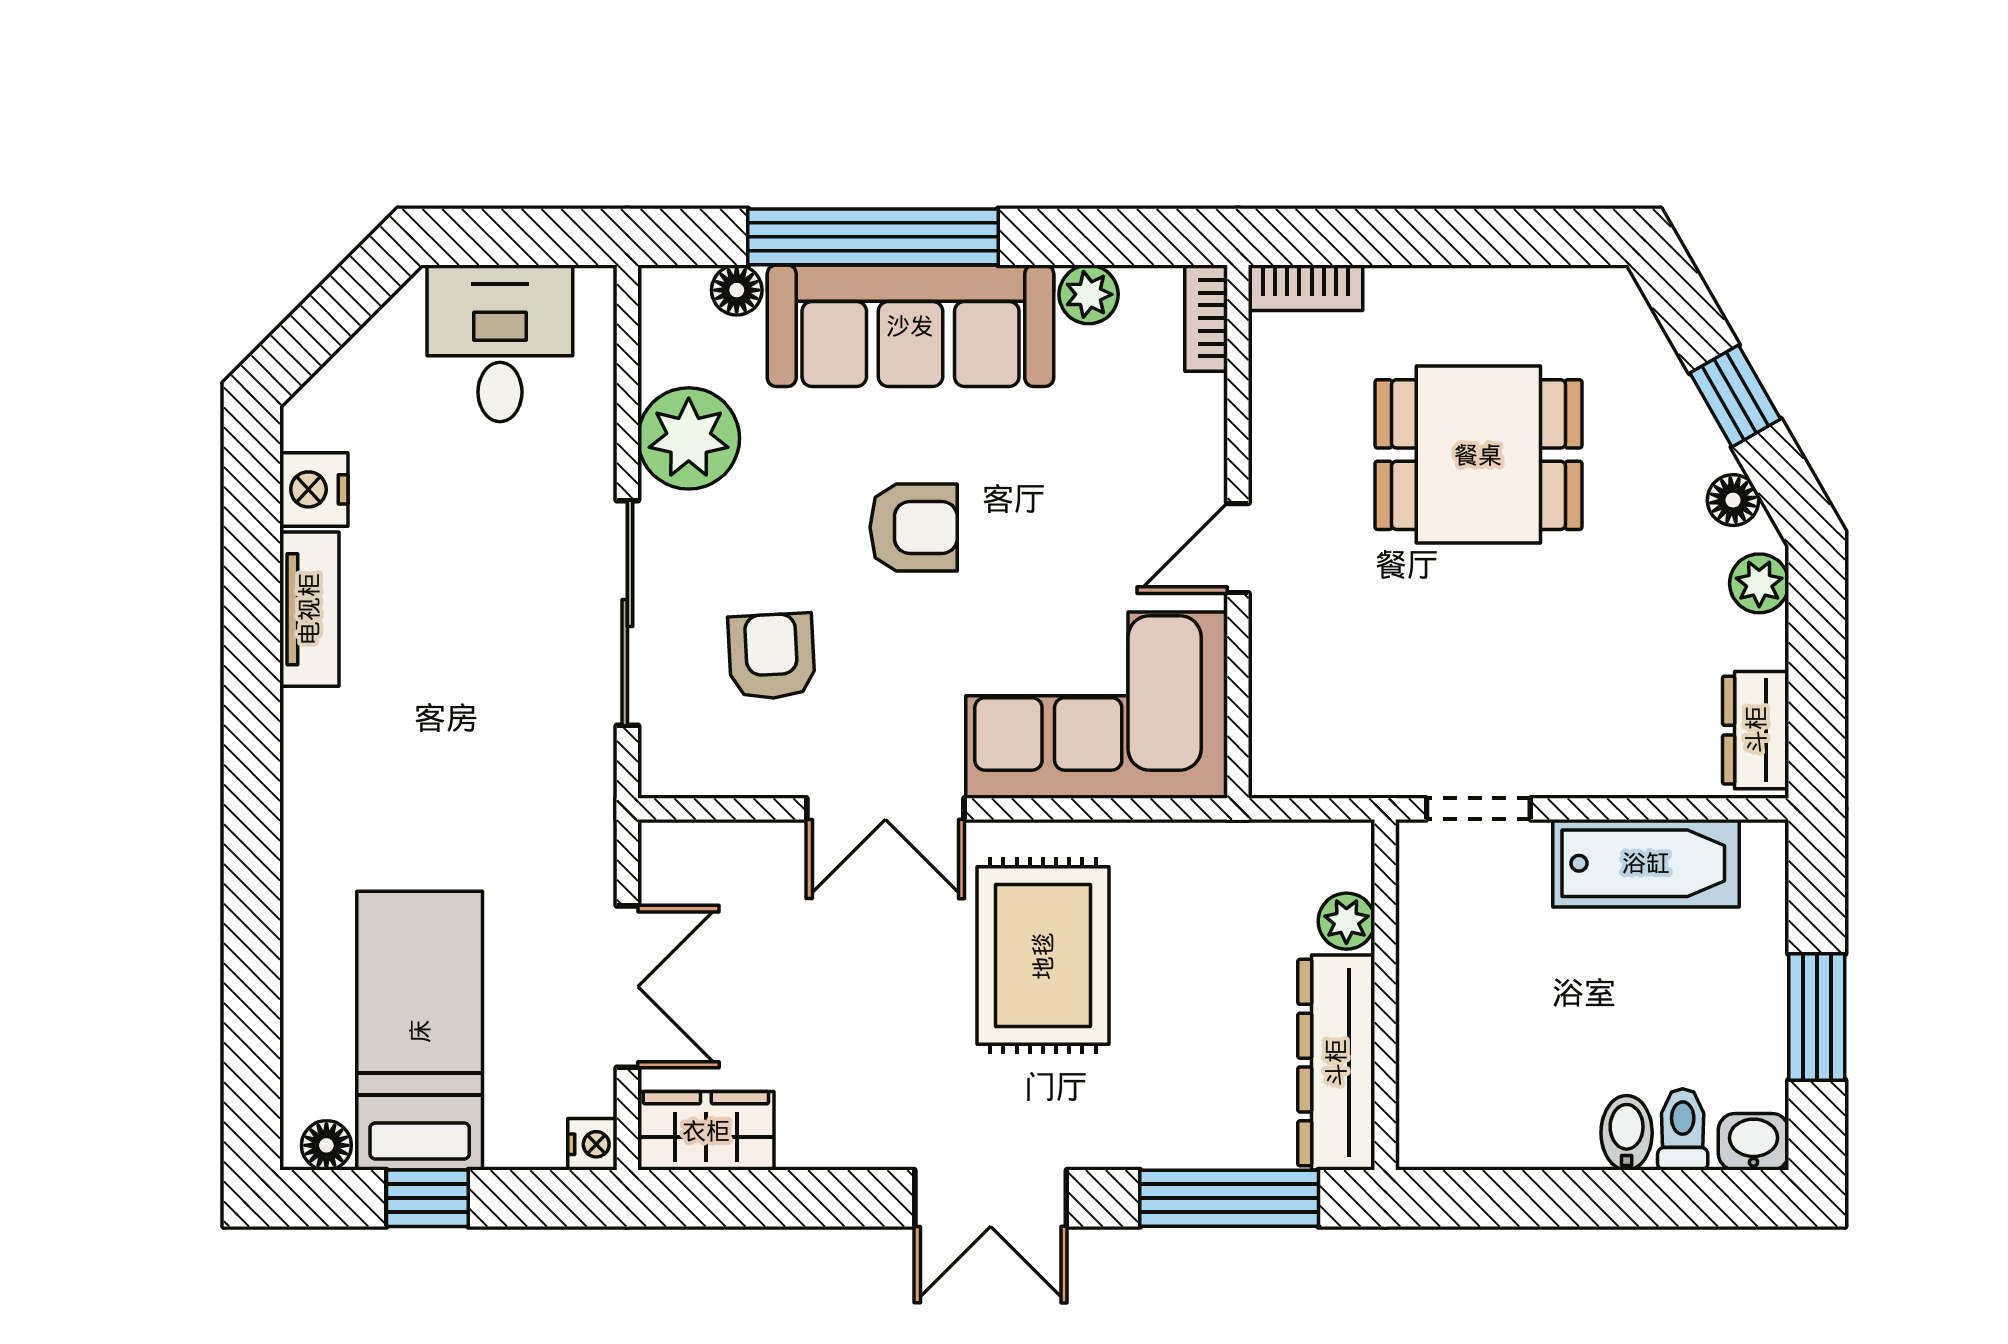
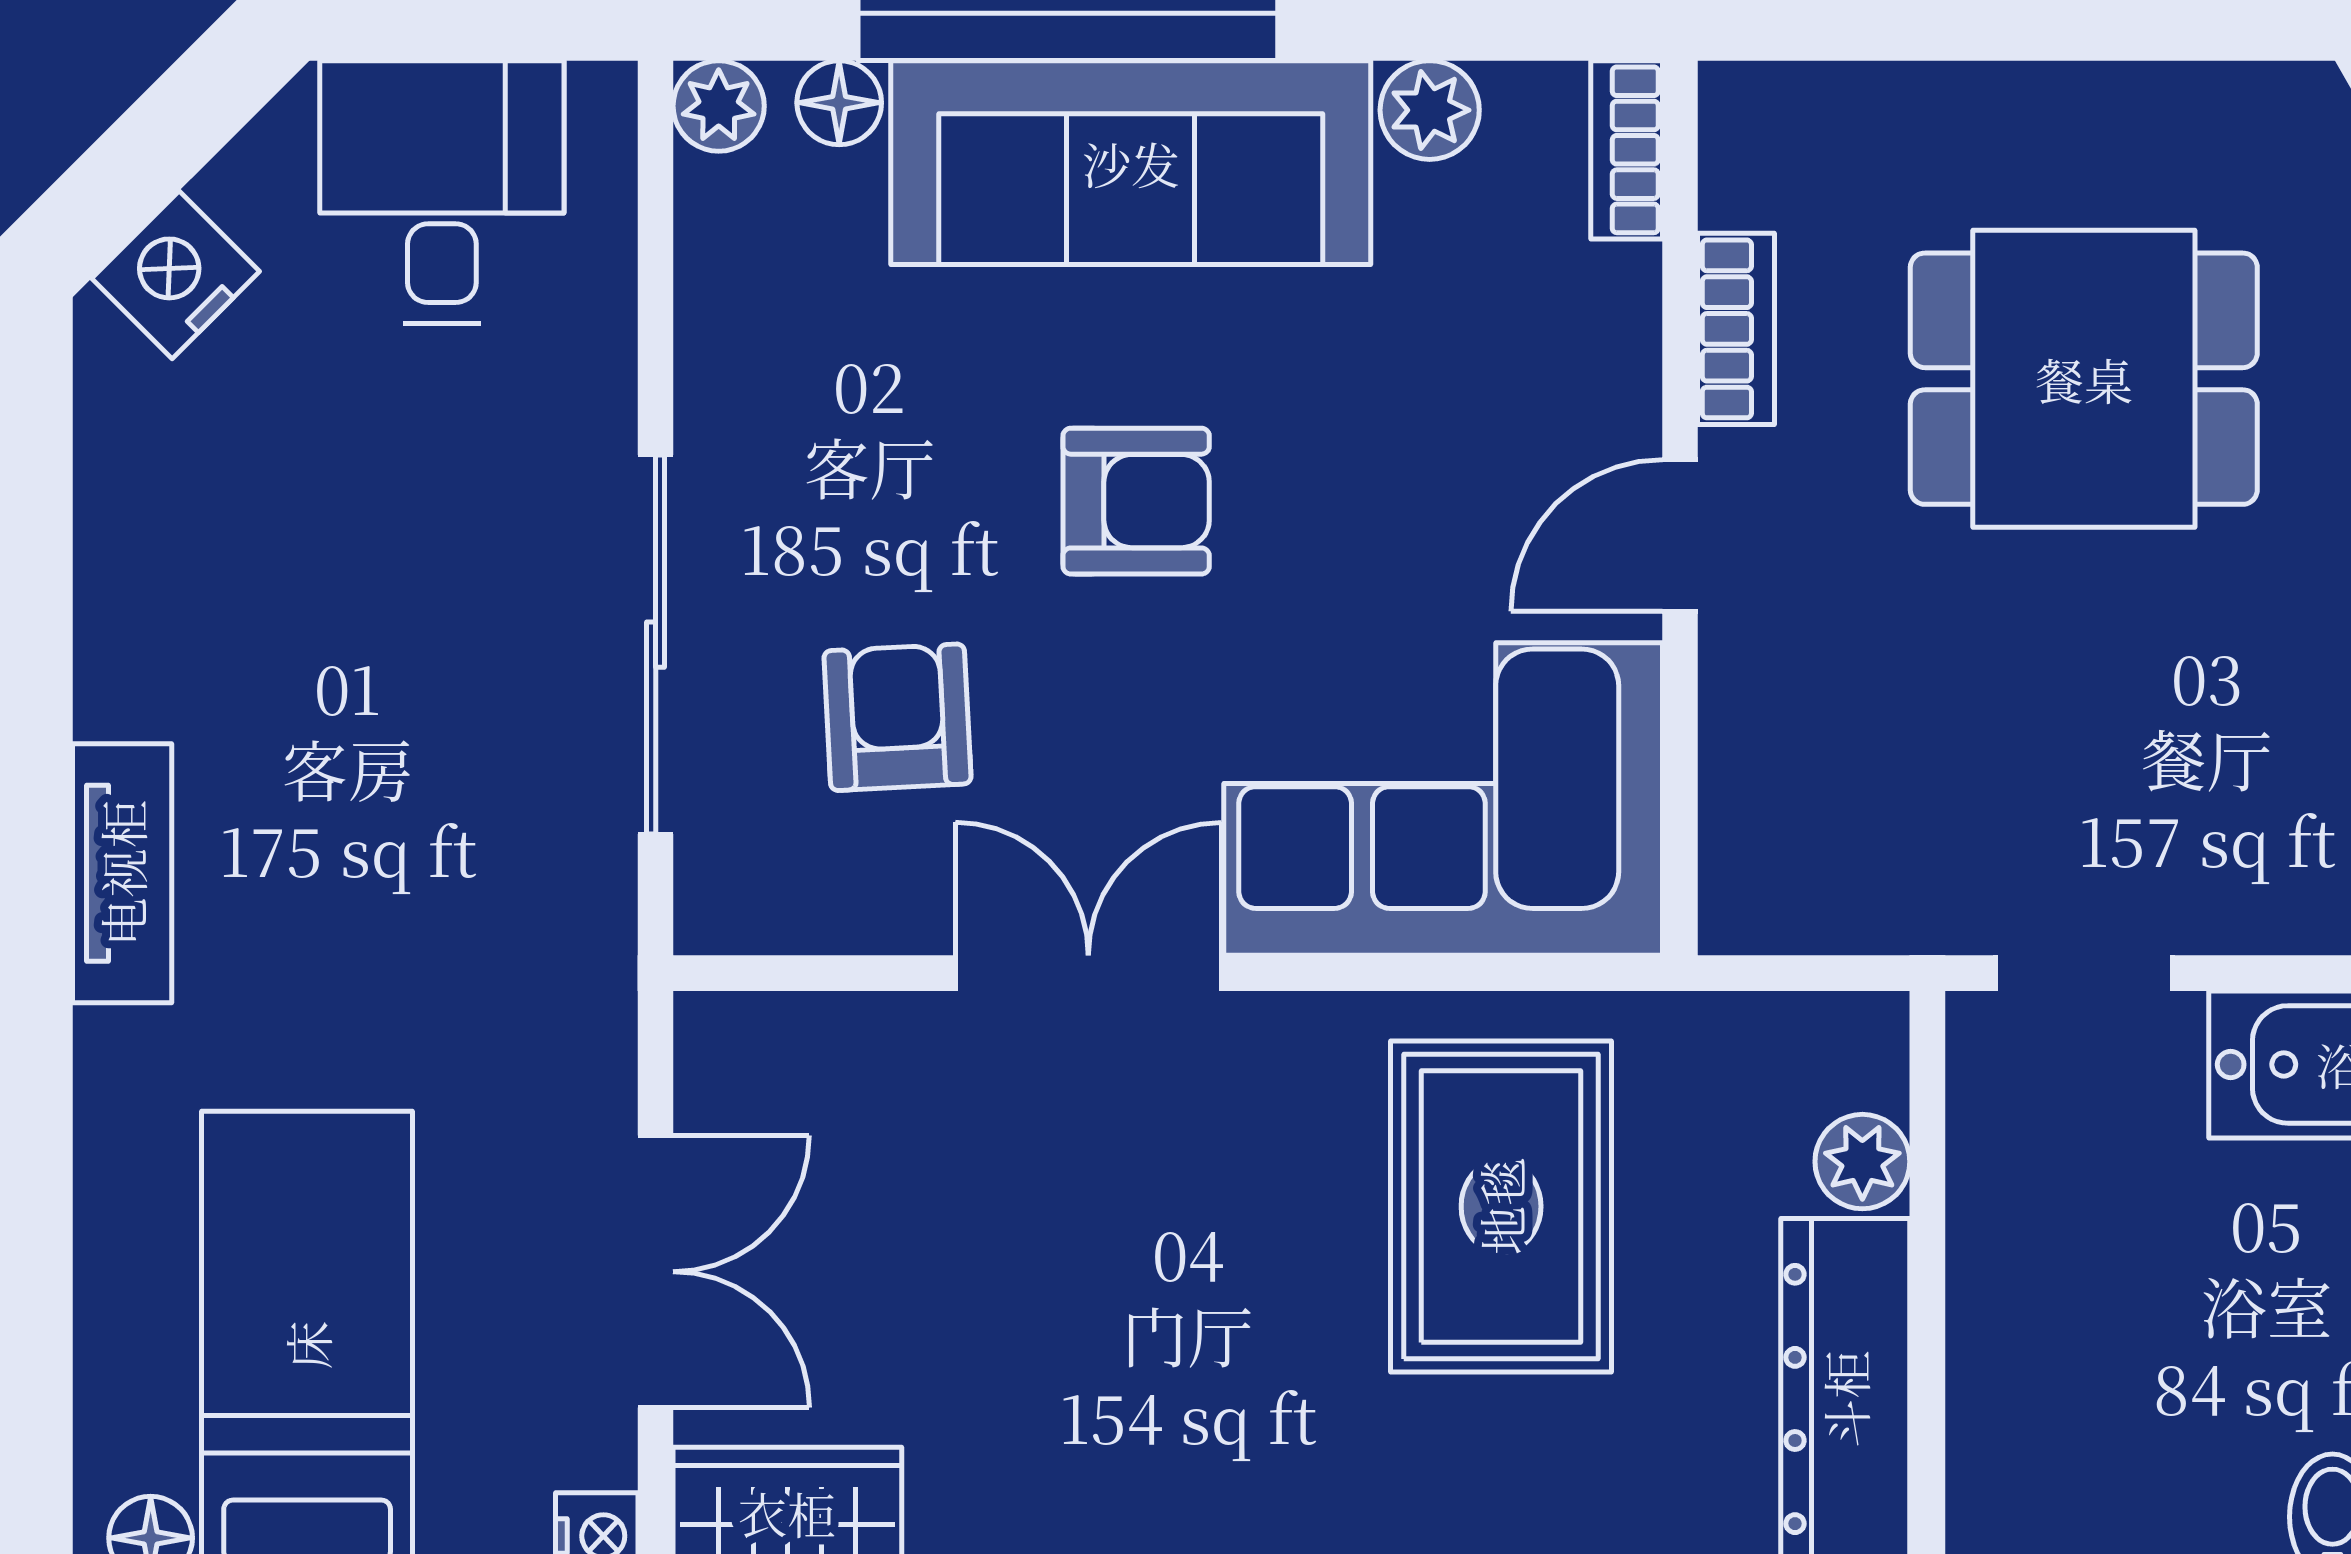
bookcase: (1305, 288) -> (1736, 329), moved, turned -90
plant: (689, 438) -> (719, 106), moved, width x0.53, depth x0.53
nightstand: (314, 489) -> (176, 275), moved, turned 45
tv unit: (309, 609) -> (122, 873), moved
double door: (885, 809) -> (1088, 973), swing flipped
rug: (1043, 956) -> (1501, 1206), moved

